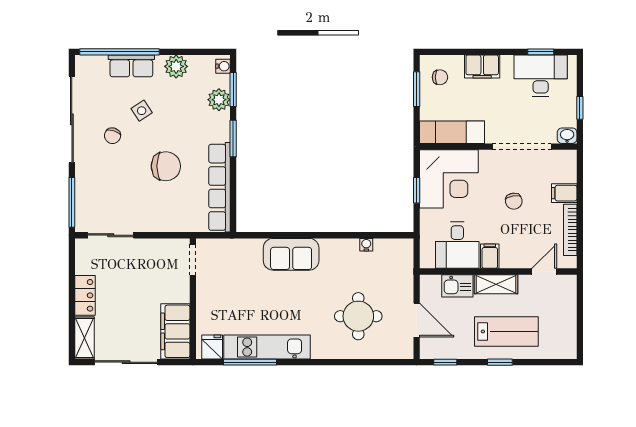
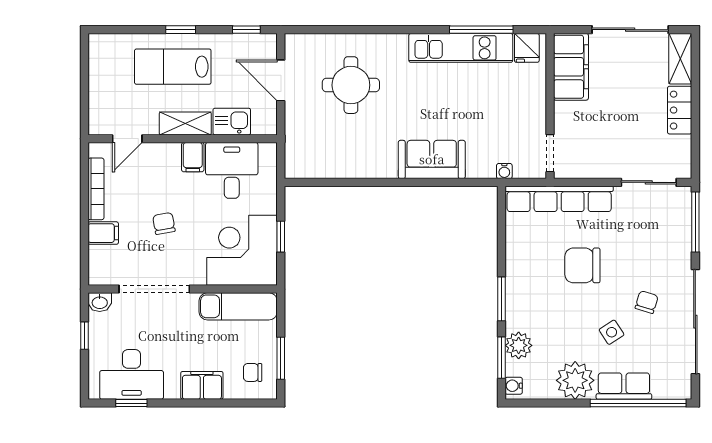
plant: (176, 66) -> (575, 380), width x1.36, depth x1.36
row of seats: (220, 187) -> (559, 199), moved, turned 90
water cooler: (366, 245) -> (504, 171), moved

